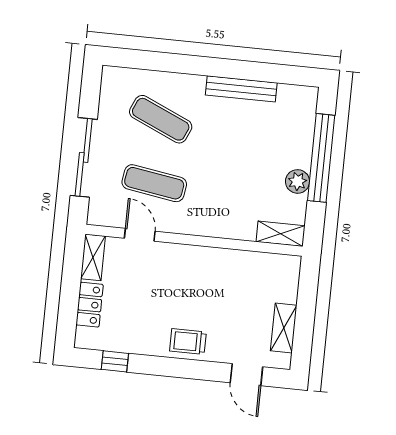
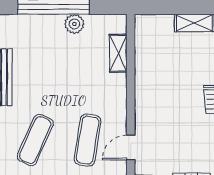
shelving: (281, 234) -> (118, 53), moved

